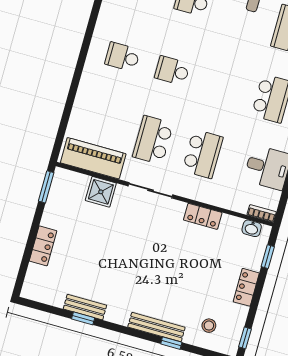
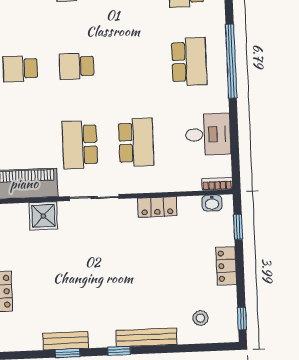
window: (171, 343) -> (119, 351), moved

